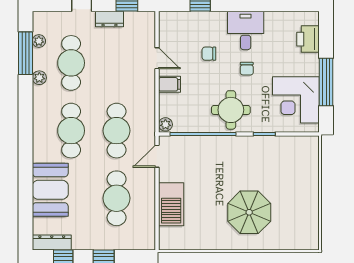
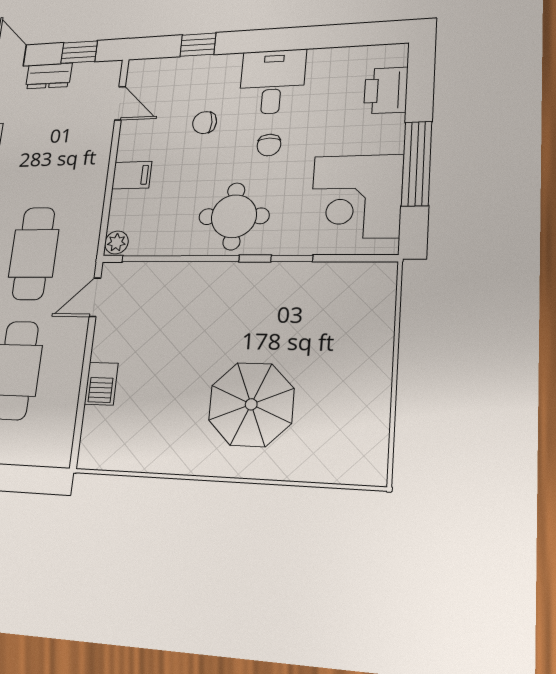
door: (157, 58) -> (120, 103), moved
barbecue: (171, 204) -> (101, 384), width x0.53, depth x0.65

